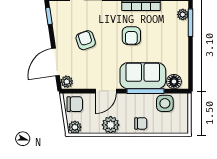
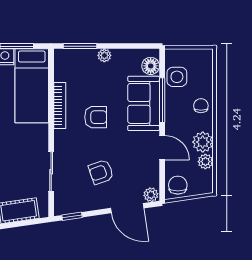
plant: (183, 14) -> (104, 55), moved
plant: (75, 127) -> (205, 162), moved

